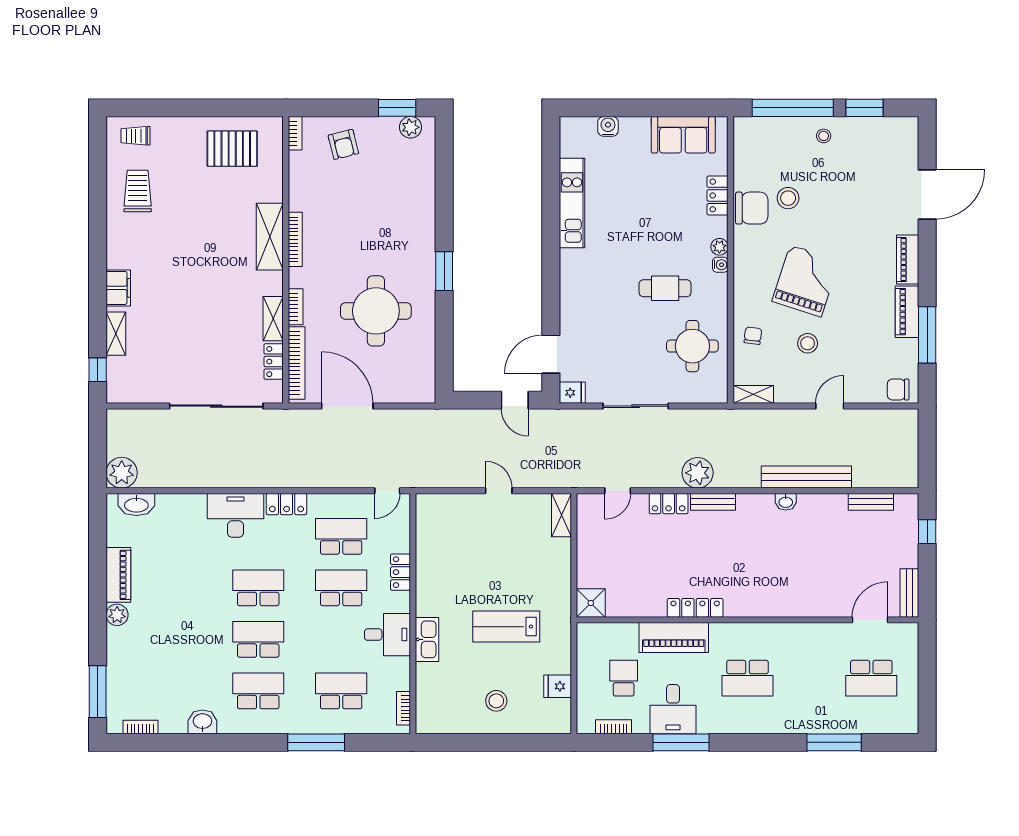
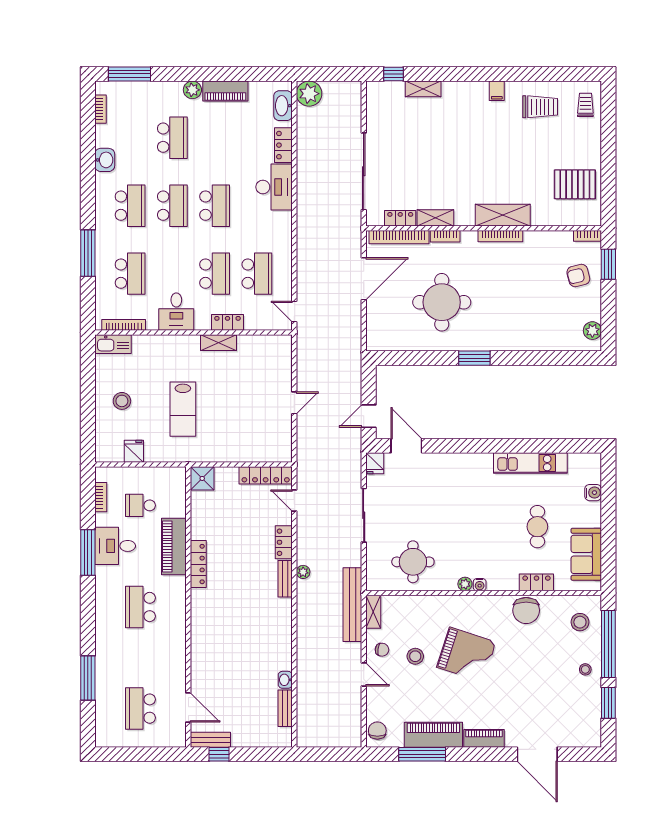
window: (397, 108) -> (608, 264), moved
pallet: (232, 149) -> (575, 184), turned 90
stool: (788, 198) -> (580, 622), moved
plant: (719, 247) -> (465, 584), moved
filing cabinet: (118, 288) -> (497, 91), moved, width x0.50
cafe table: (665, 288) -> (537, 527), moved
piano: (907, 312) -> (433, 735), width x1.37, depth x1.33
chair: (753, 336) -> (382, 650), moved
plant: (698, 473) -> (303, 572), width x0.53, depth x0.53
bench: (806, 477) -> (352, 605), moved
washbasin: (786, 502) -> (285, 680), moved
locker: (287, 504) -> (283, 145), moved
shelving: (561, 515) -> (219, 343), moved
locker: (587, 526) -> (266, 475), added
window: (927, 532) -> (219, 754), moved
lab bench: (506, 627) -> (183, 409), turned 180
school desk: (175, 639) -> (172, 138), added
kitchen sink: (427, 639) -> (113, 344), moved
school desk: (624, 678) -> (140, 505), turned 180
bookcase: (404, 708) -> (124, 325), width x1.56

